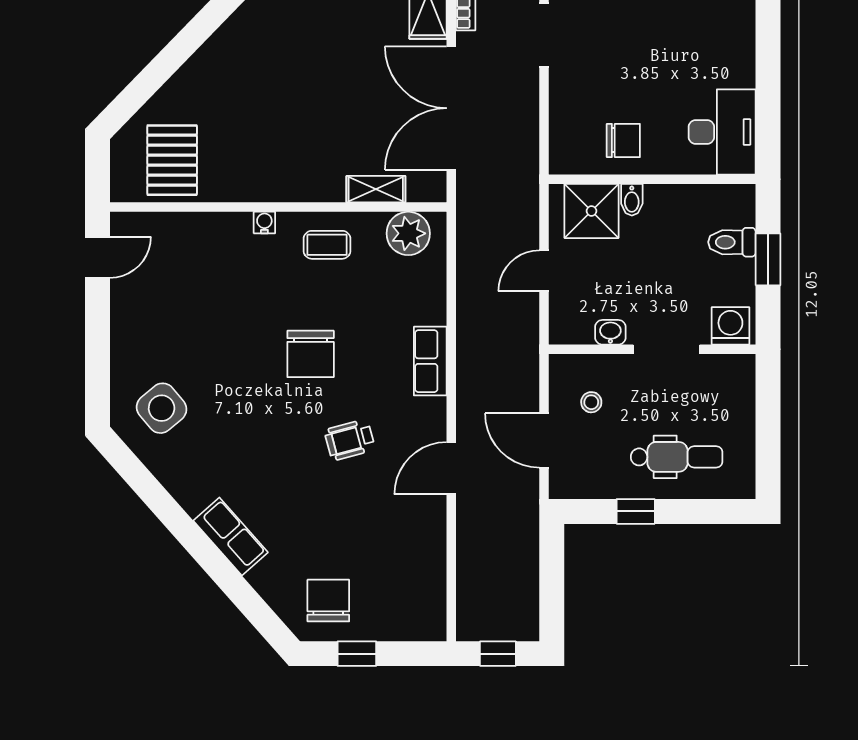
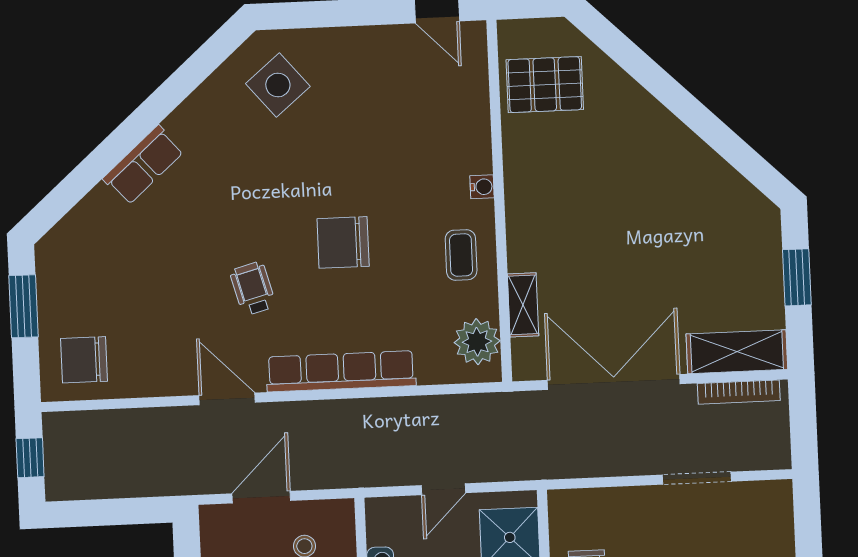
door: (544, 271) -> (443, 489), swing flipped
row of seats: (430, 361) -> (341, 371), width x2.02
chair: (328, 601) -> (84, 360), moved, turned 180
window: (357, 654) -> (23, 306), width x1.50

